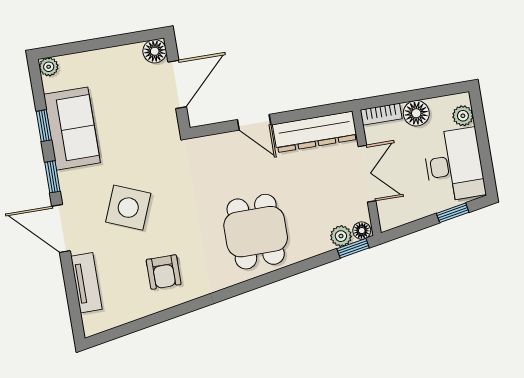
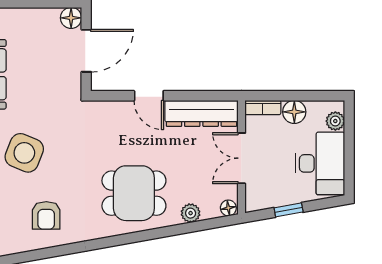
double door: (367, 174) -> (241, 158), swing flipped
window: (453, 213) -> (289, 210), moved
dining table: (256, 232) -> (134, 193), turned 90
plant: (341, 236) -> (191, 213), moved
window: (353, 248) -> (218, 222), removed

